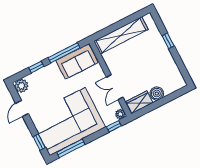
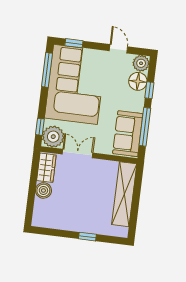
floor lamp: (36, 79) -> (138, 81), added
plant: (120, 114) -> (53, 137), width x1.88, depth x1.88

